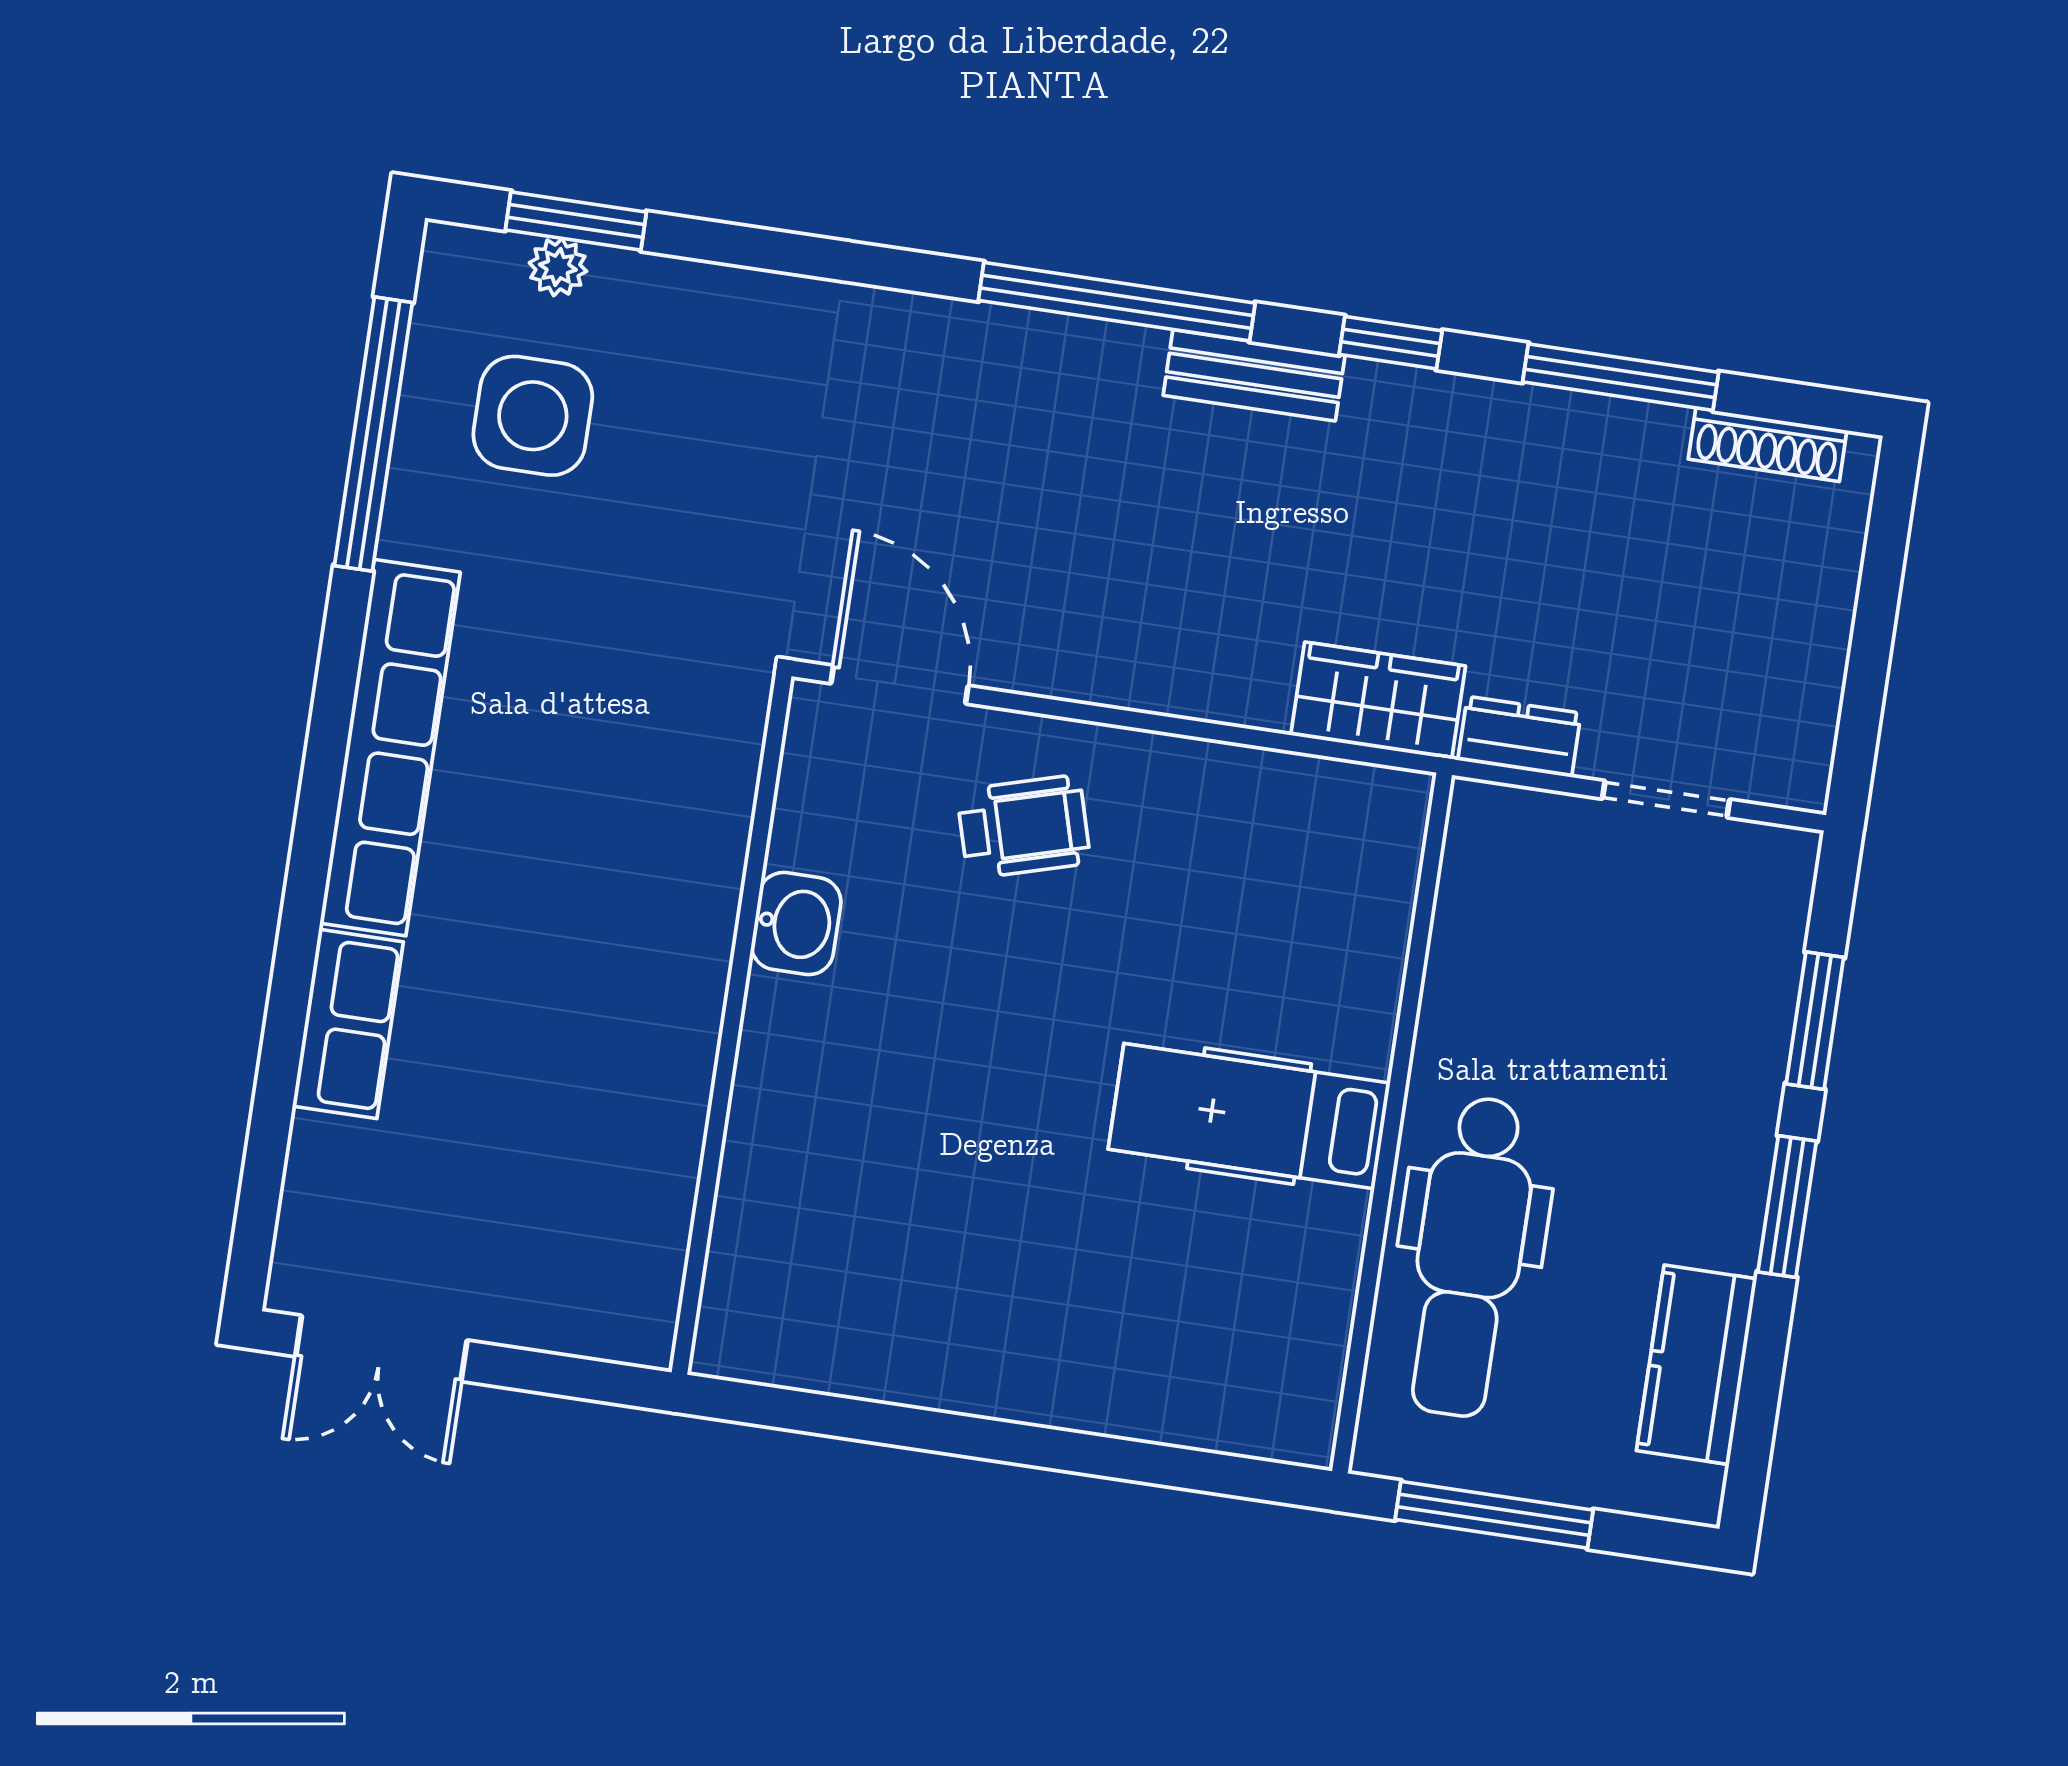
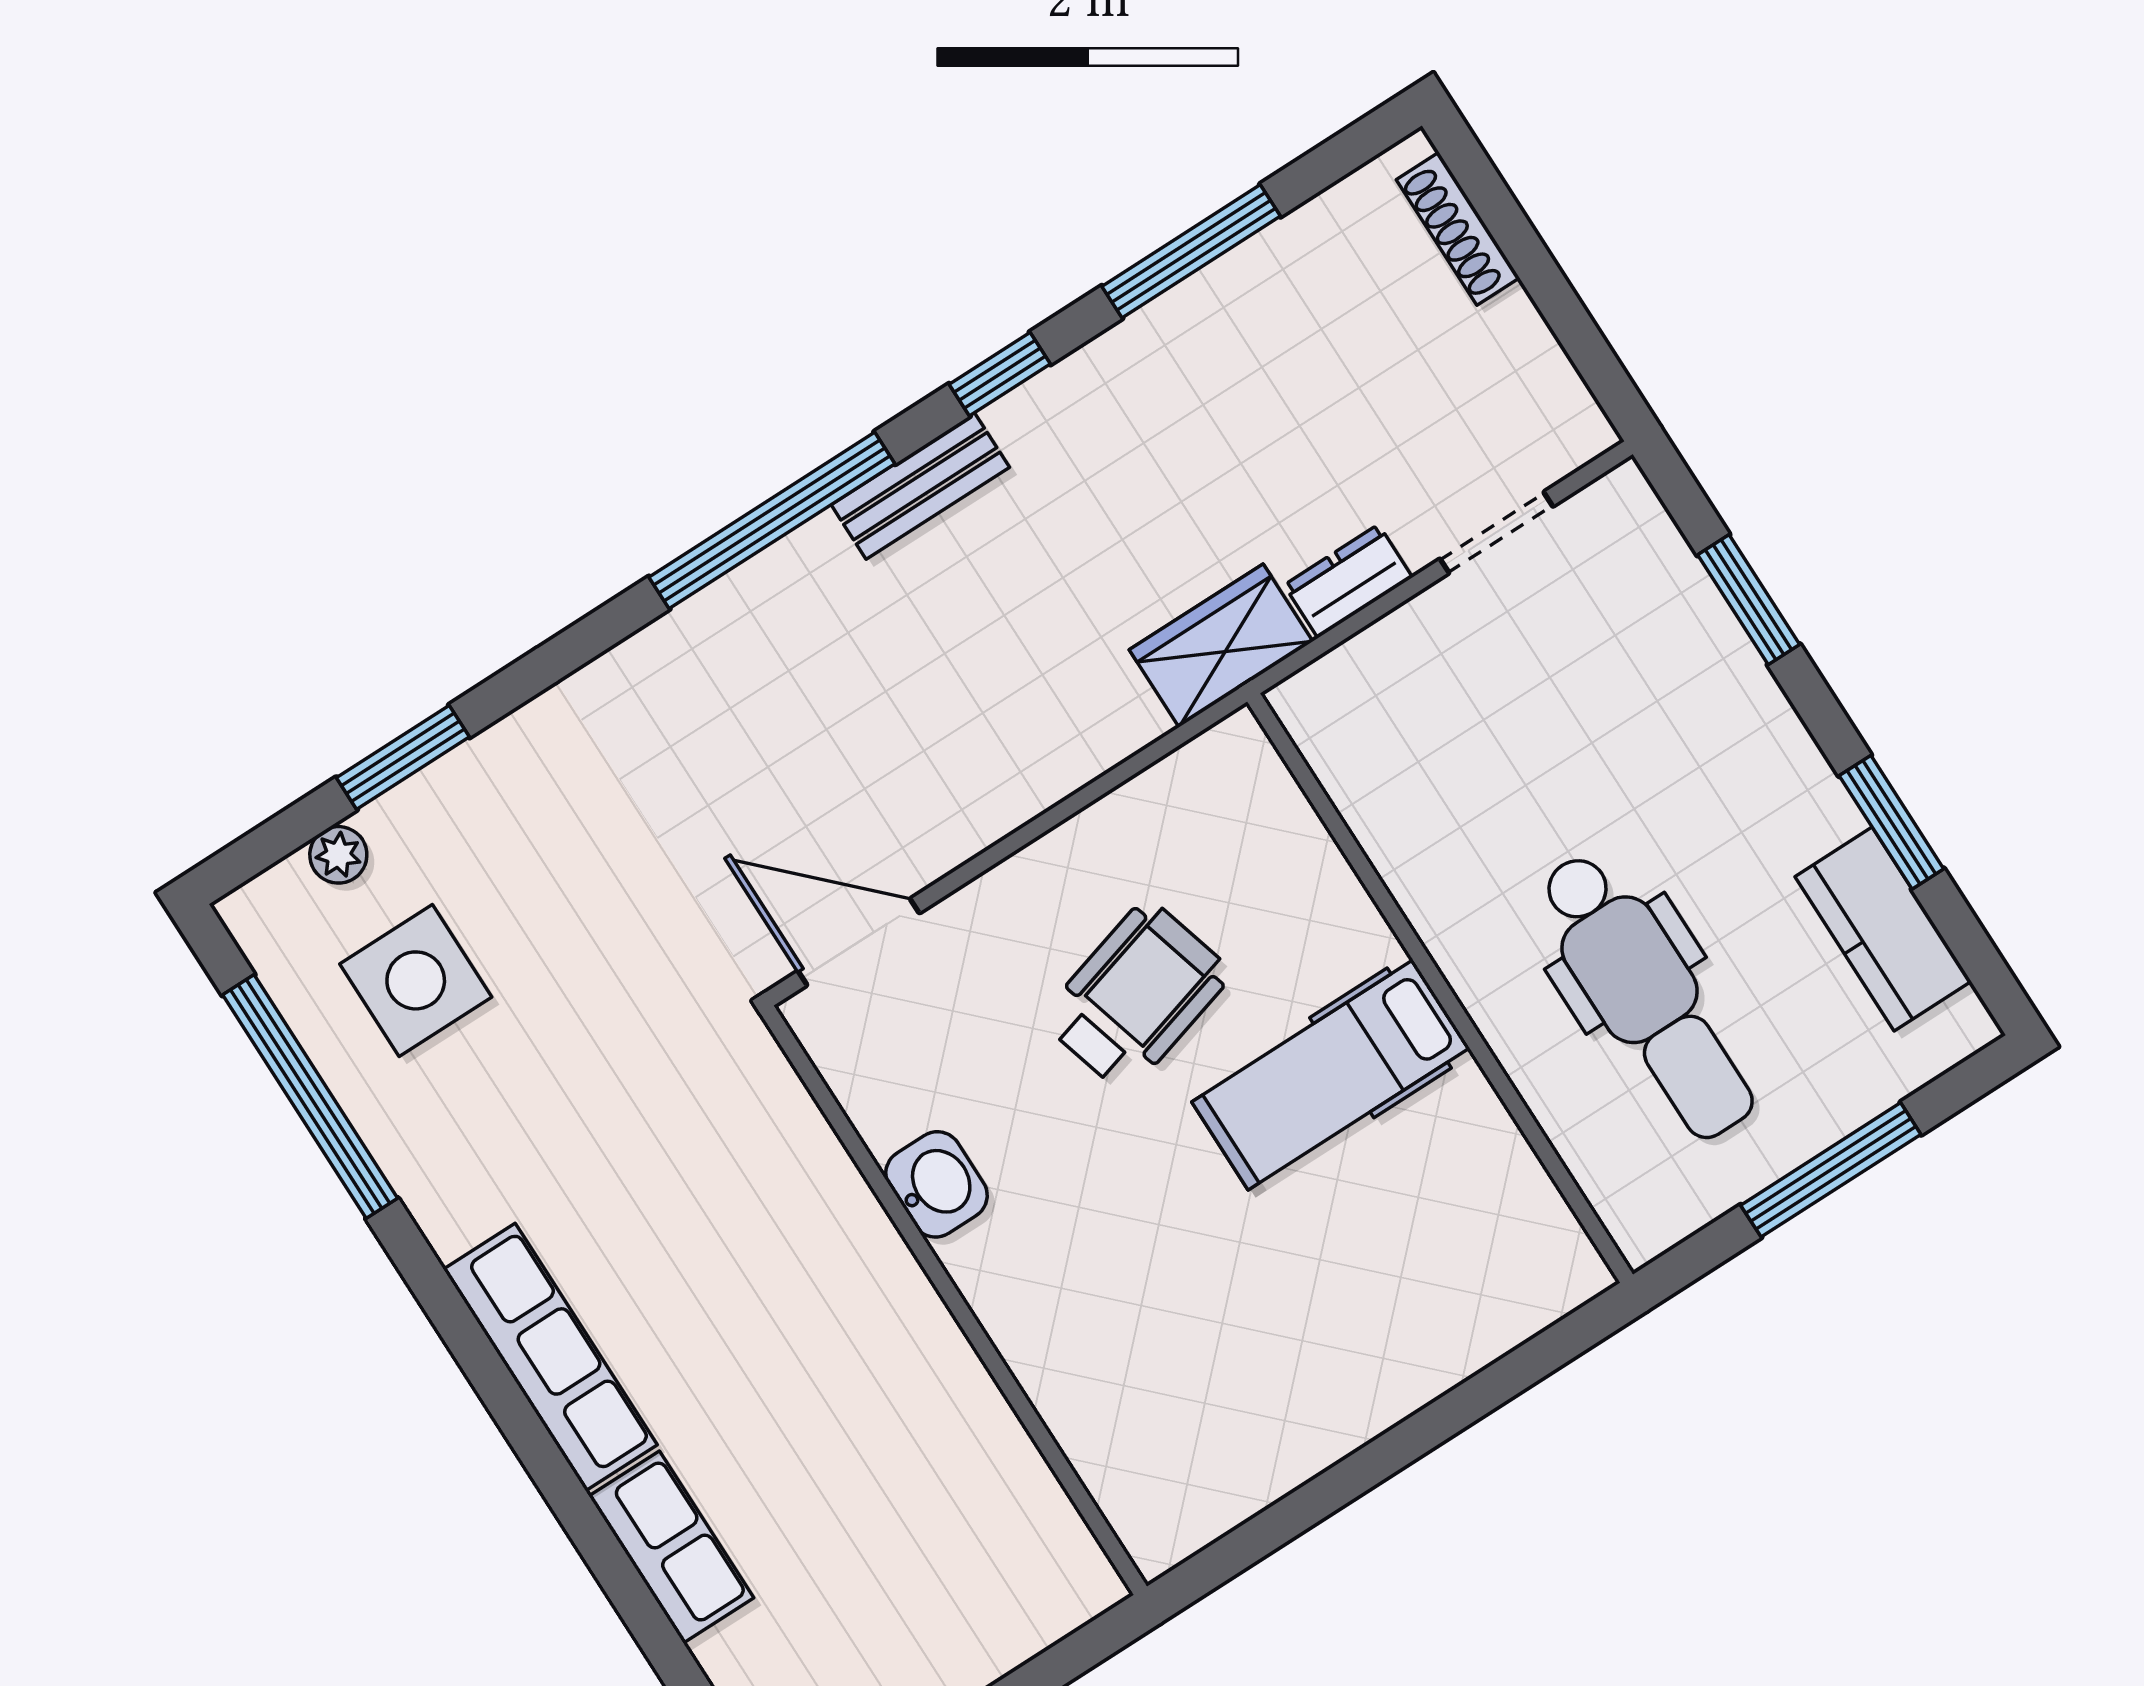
window: (576, 221) -> (403, 757), moved
shoe rack: (1768, 445) -> (1458, 229), moved, turned 90
row of seats: (390, 748) -> (550, 1357), width x0.73
wheelchair: (1024, 827) -> (1136, 996), moved, width x1.36, depth x1.37
hospital bed: (1249, 1116) -> (1331, 1075), moved
wall: (1392, 1123) -> (1440, 988), moved
window: (1787, 1207) -> (1891, 822), moved

